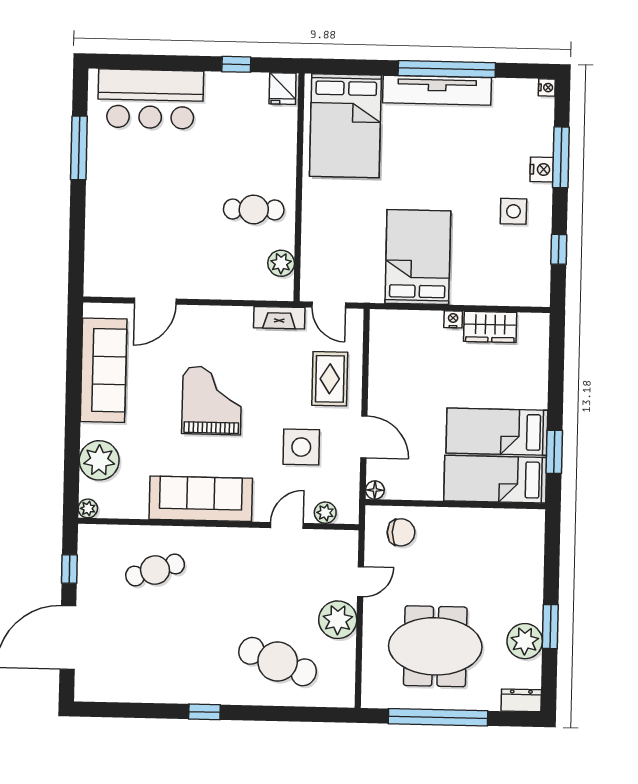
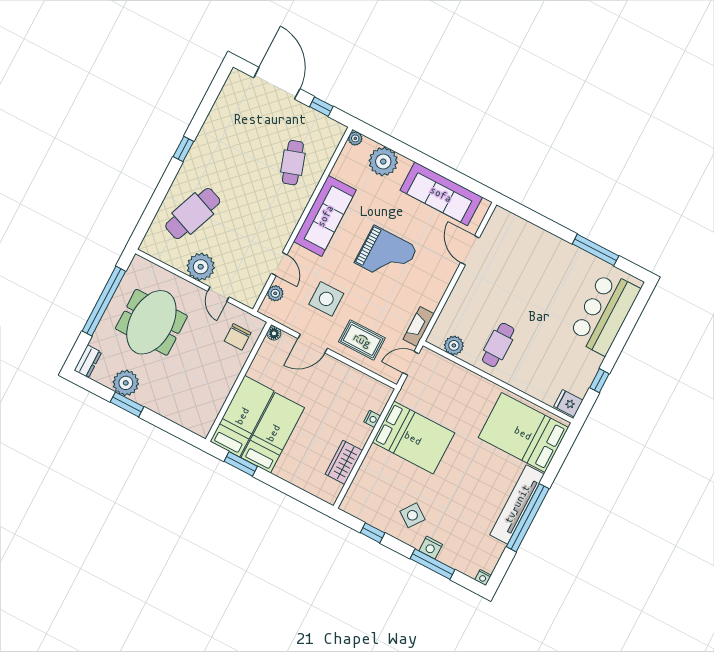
side table: (513, 211) -> (412, 515), turned 36
nightstand: (453, 319) -> (372, 419), moved

